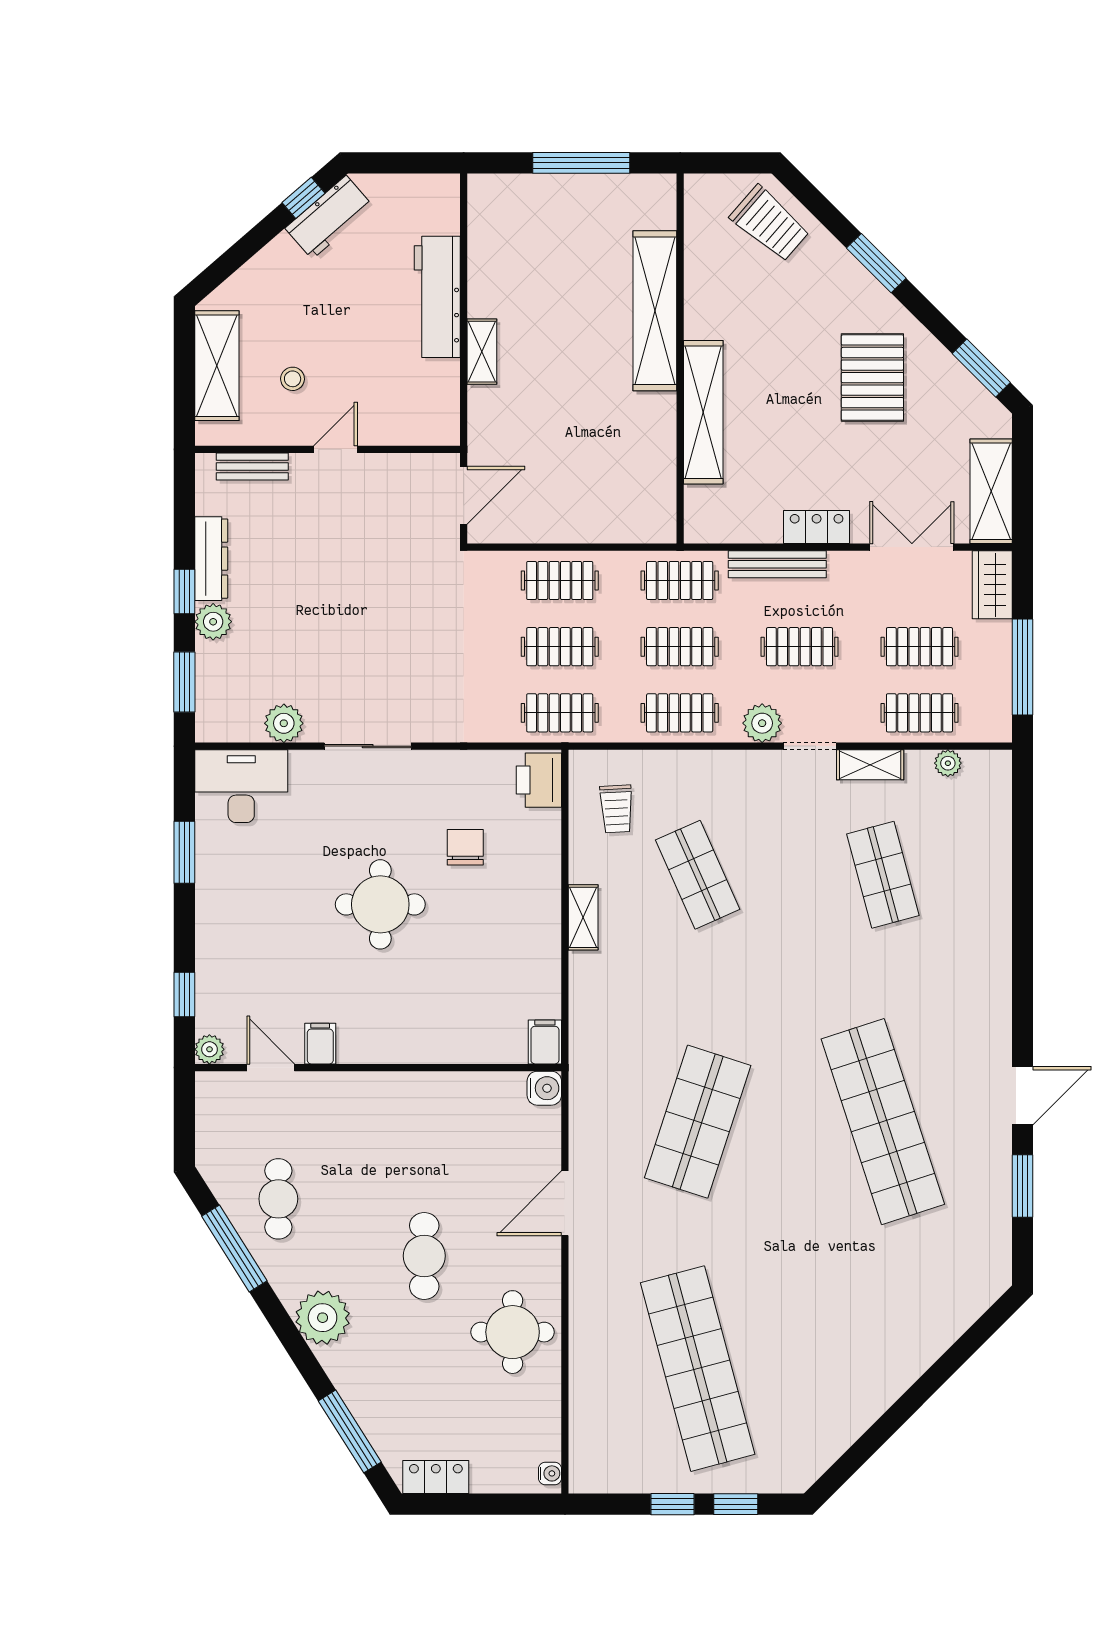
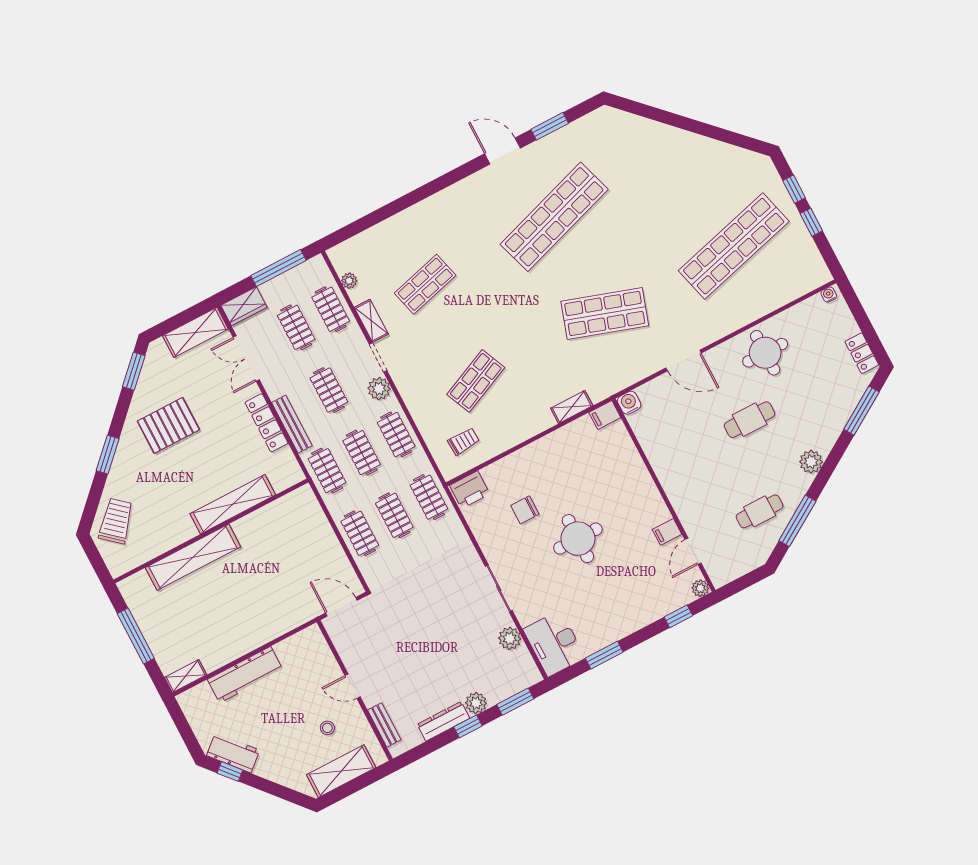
shelving: (482, 352) -> (186, 676), moved
locker: (817, 527) -> (266, 423), width x1.53
shelving: (583, 917) -> (572, 407), moved
plant: (323, 1318) -> (811, 462), width x0.73, depth x0.73

